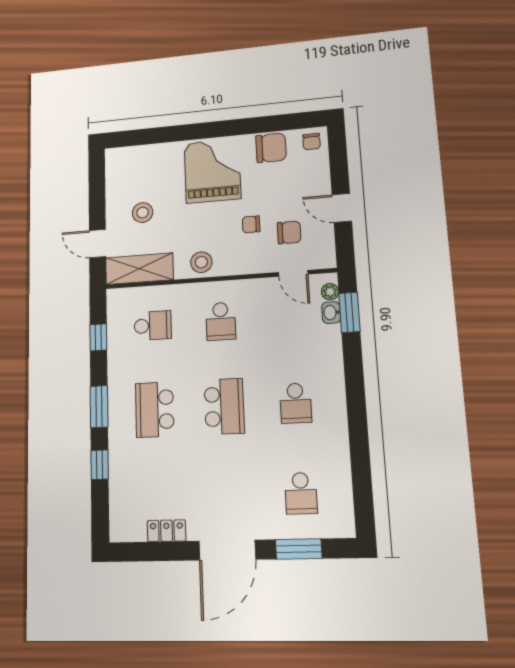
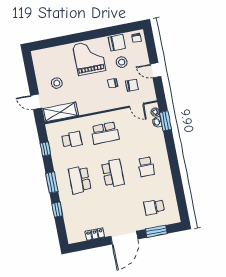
stool: (201, 262) -> (122, 62), moved
school desk: (221, 321) -> (105, 133), width x1.85
school desk: (301, 493) -> (154, 207), turned 90

